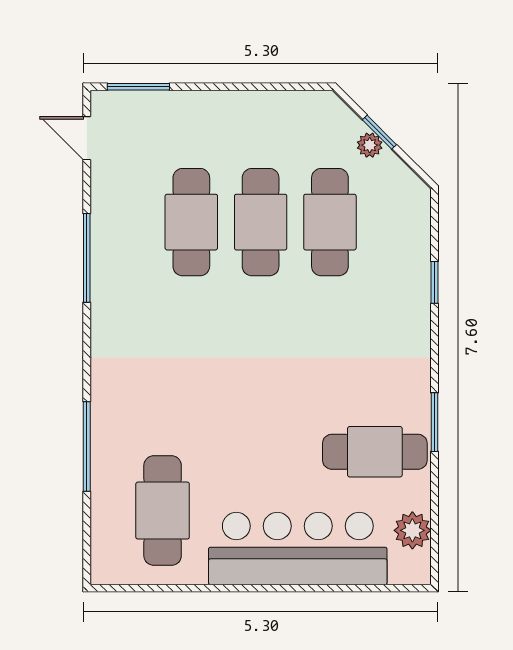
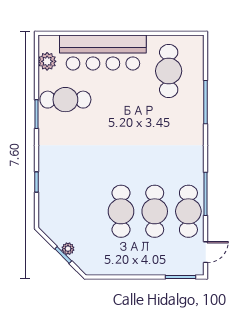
door: (87, 138) -> (206, 252), hinge flipped
cafe table: (330, 222) -> (188, 211), moved

